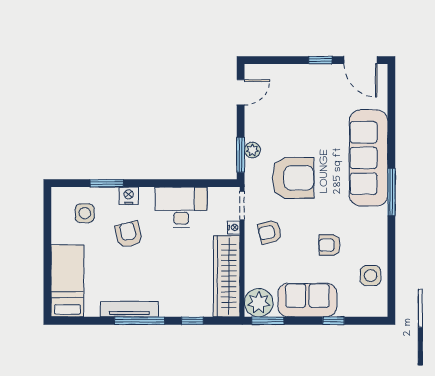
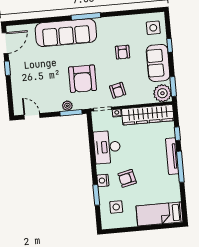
armchair: (293, 178) -> (82, 79), turned 180
side table: (371, 276) -> (153, 28), moved
tv unit: (129, 309) -> (172, 156), moved

